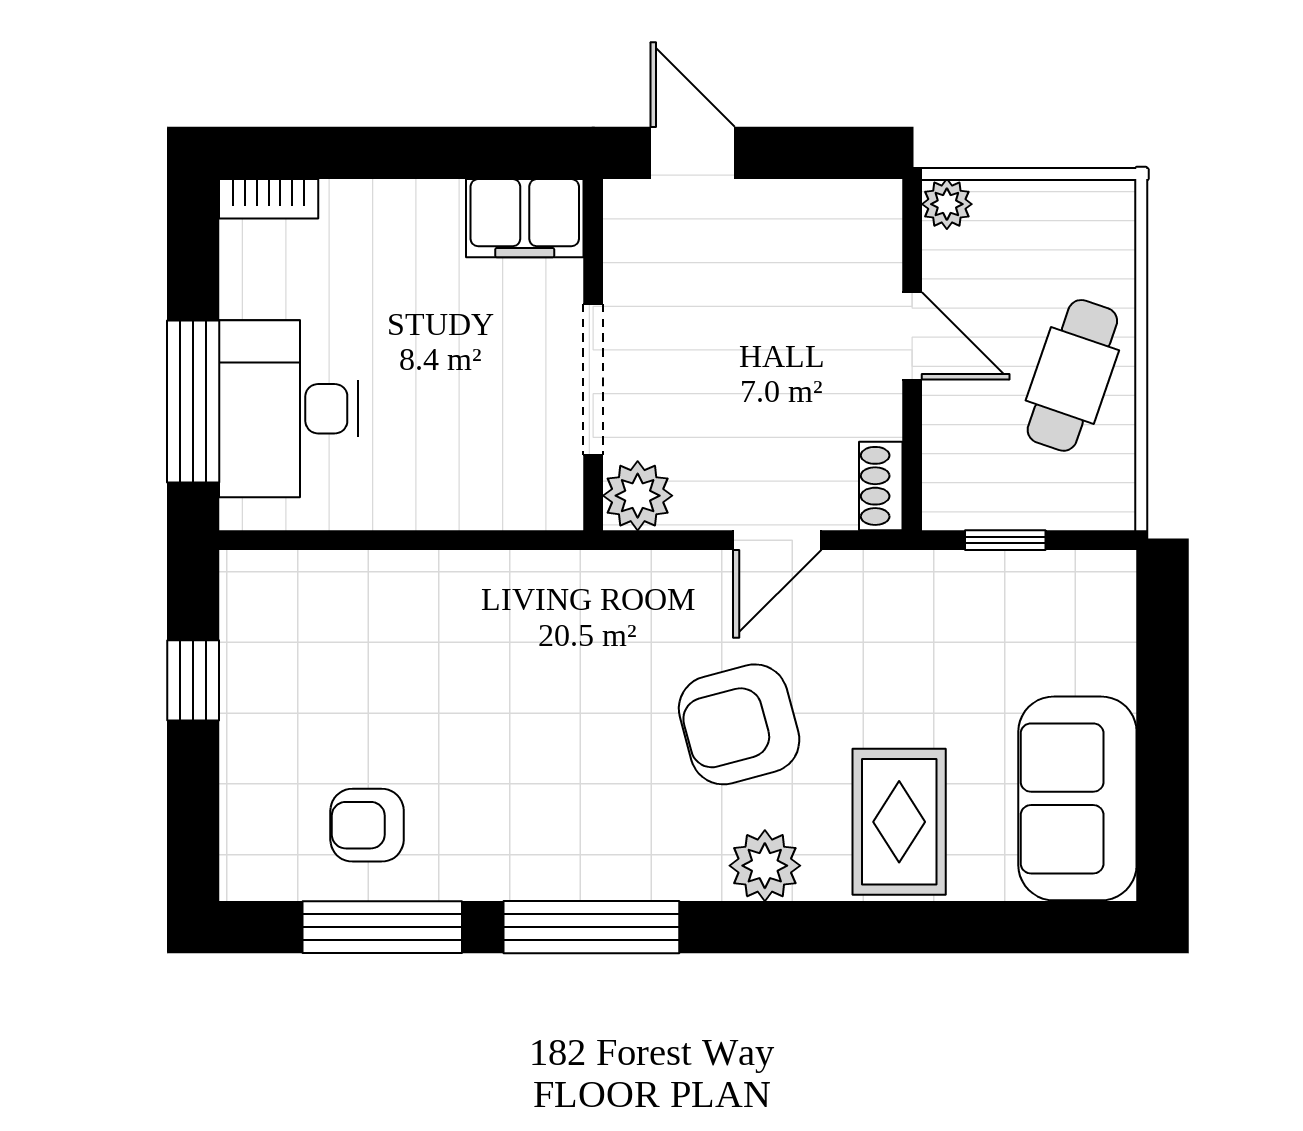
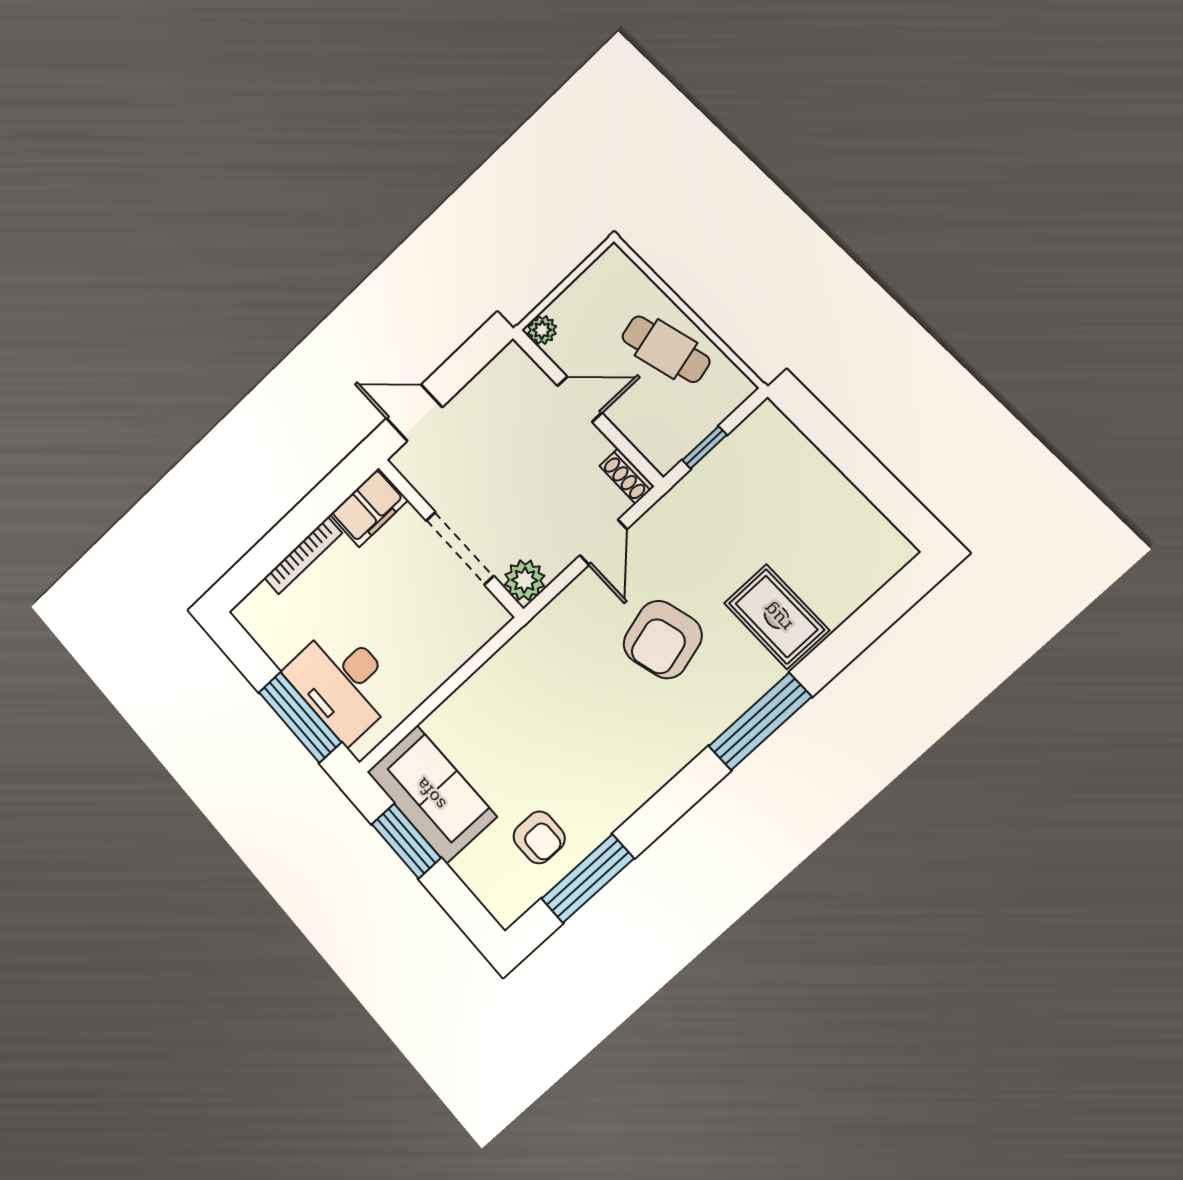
bookcase: (269, 199) -> (303, 555), moved, width x1.56
cafe table: (1072, 375) -> (666, 349), turned -33
window: (193, 680) -> (406, 841), width x1.50
sofa: (1077, 798) -> (431, 794), moved, turned 180
armchair: (367, 825) -> (539, 837), turned -90
plant: (765, 866) -> (734, 693), removed
window: (591, 927) -> (760, 721), moved

